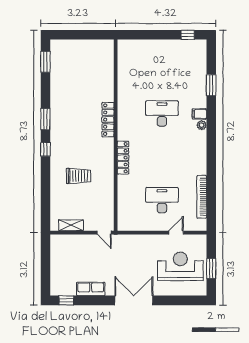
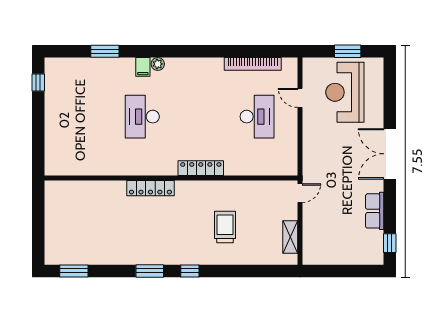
desk: (162, 200) -> (257, 117), turned 180

